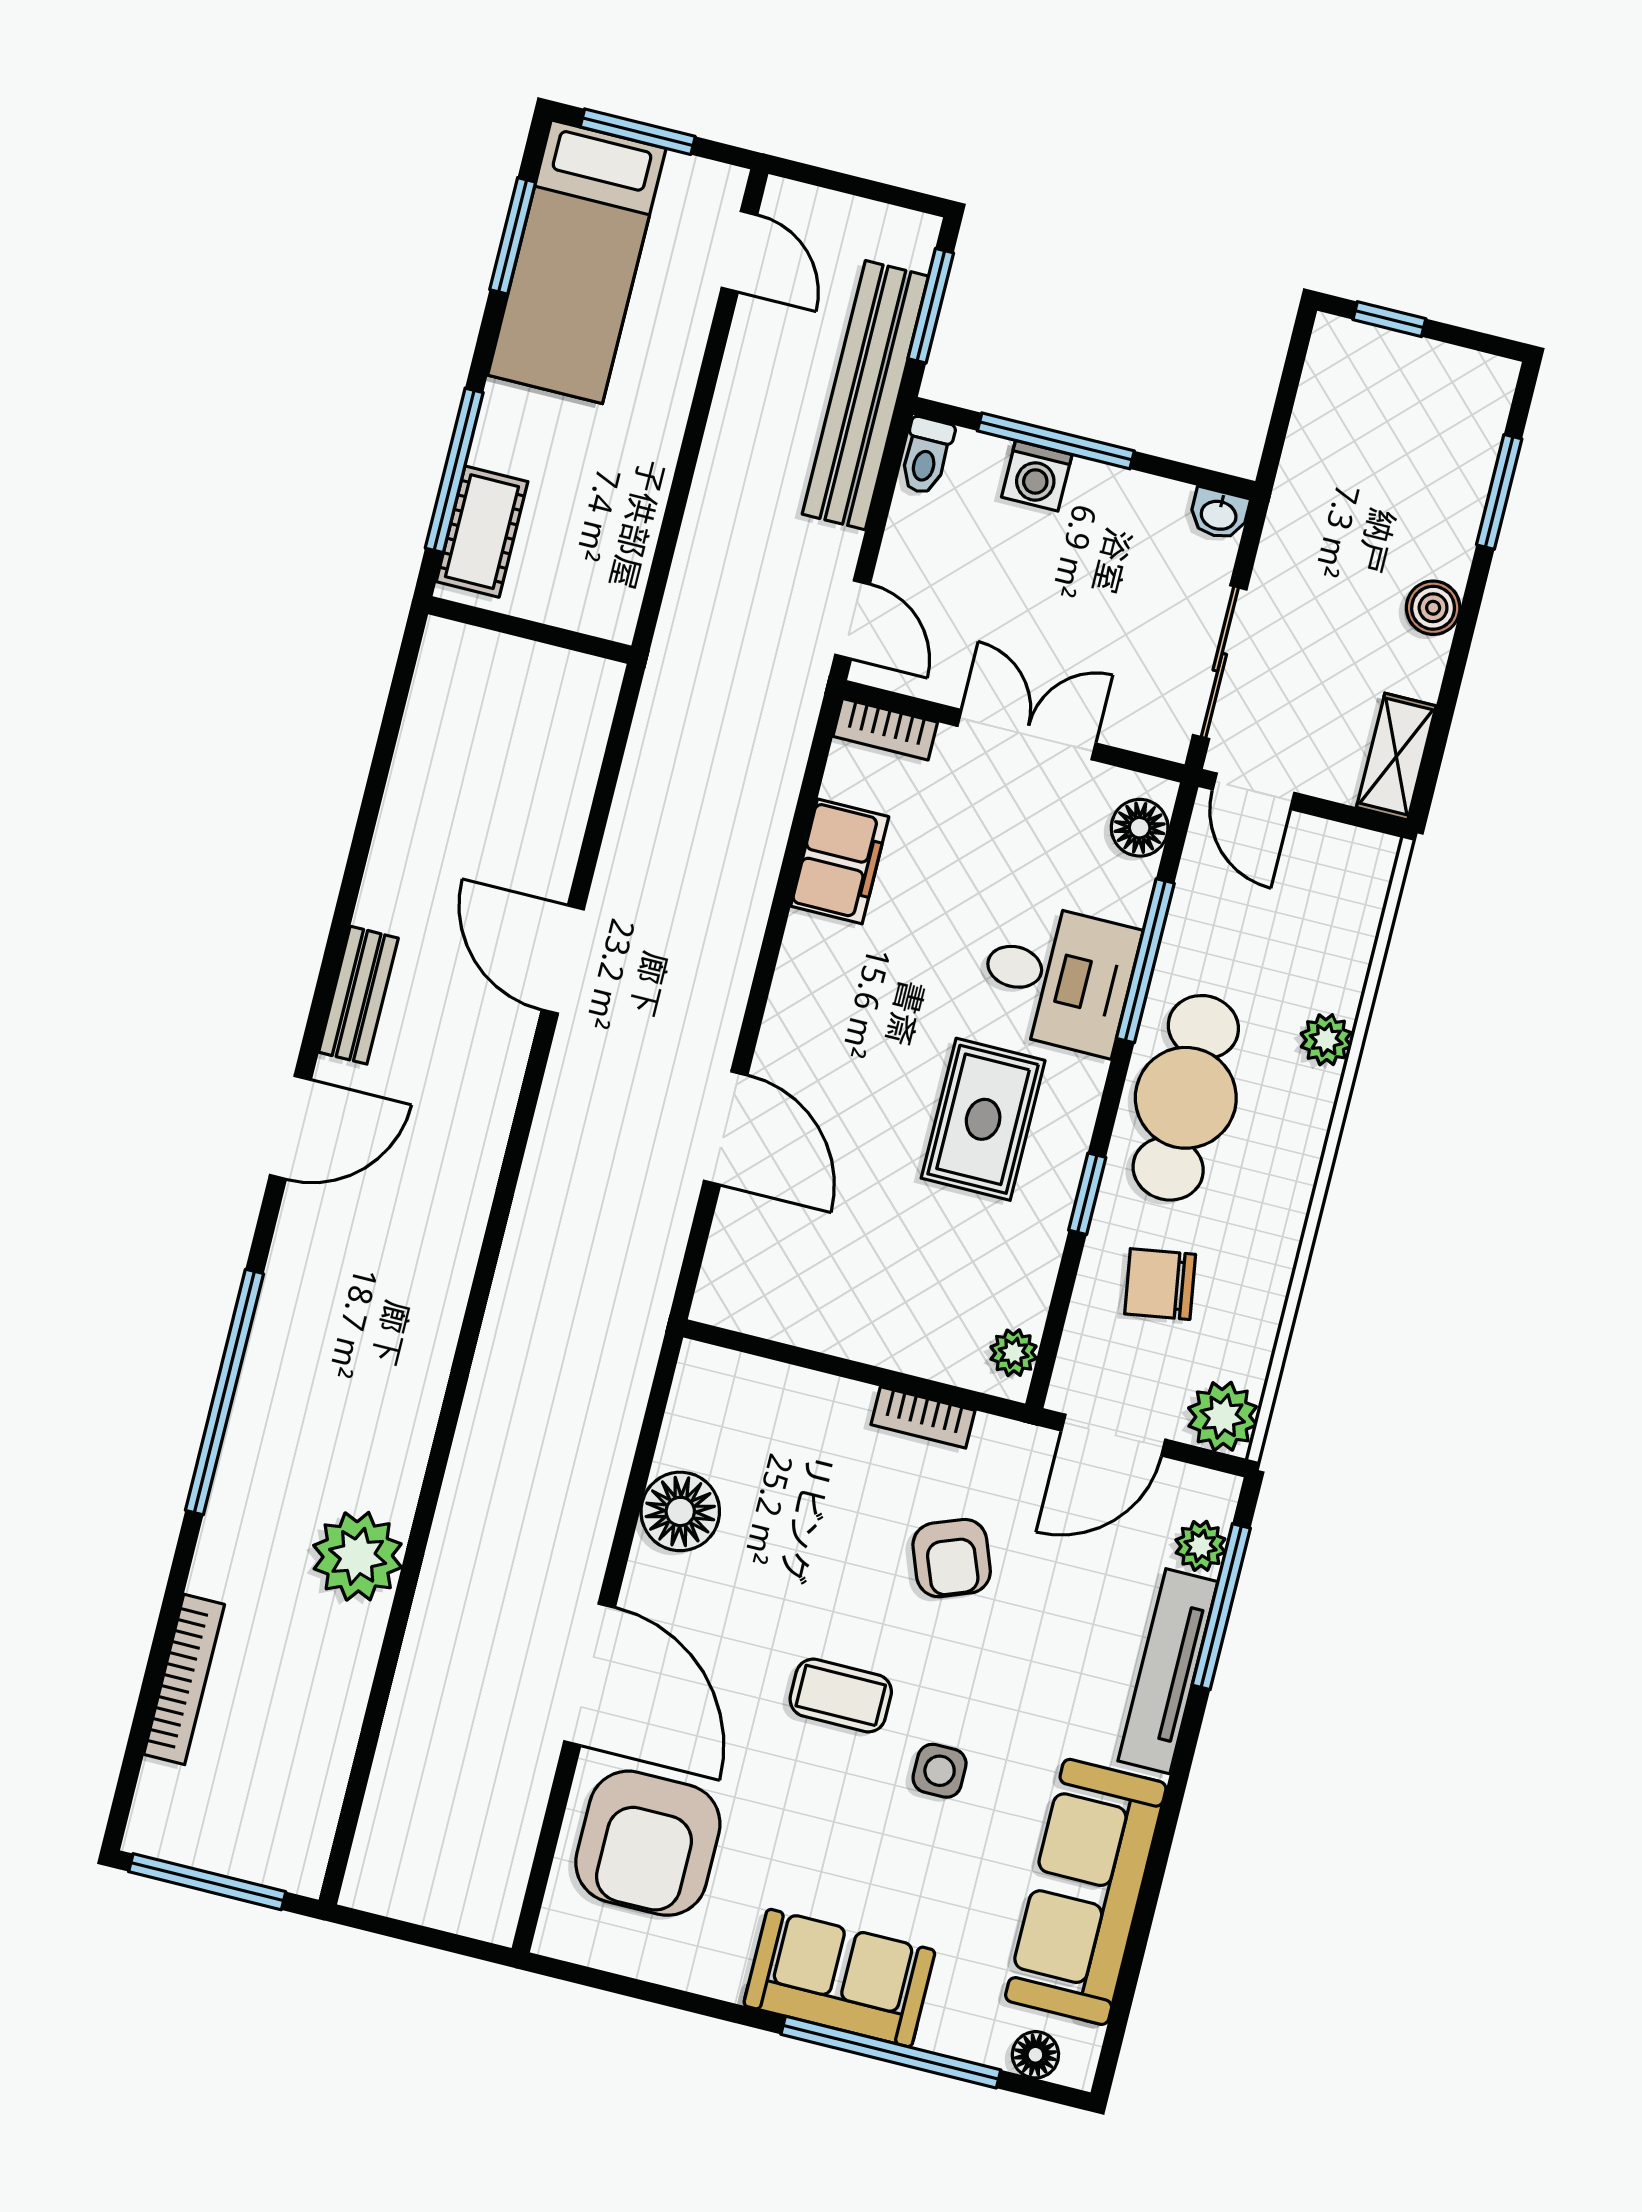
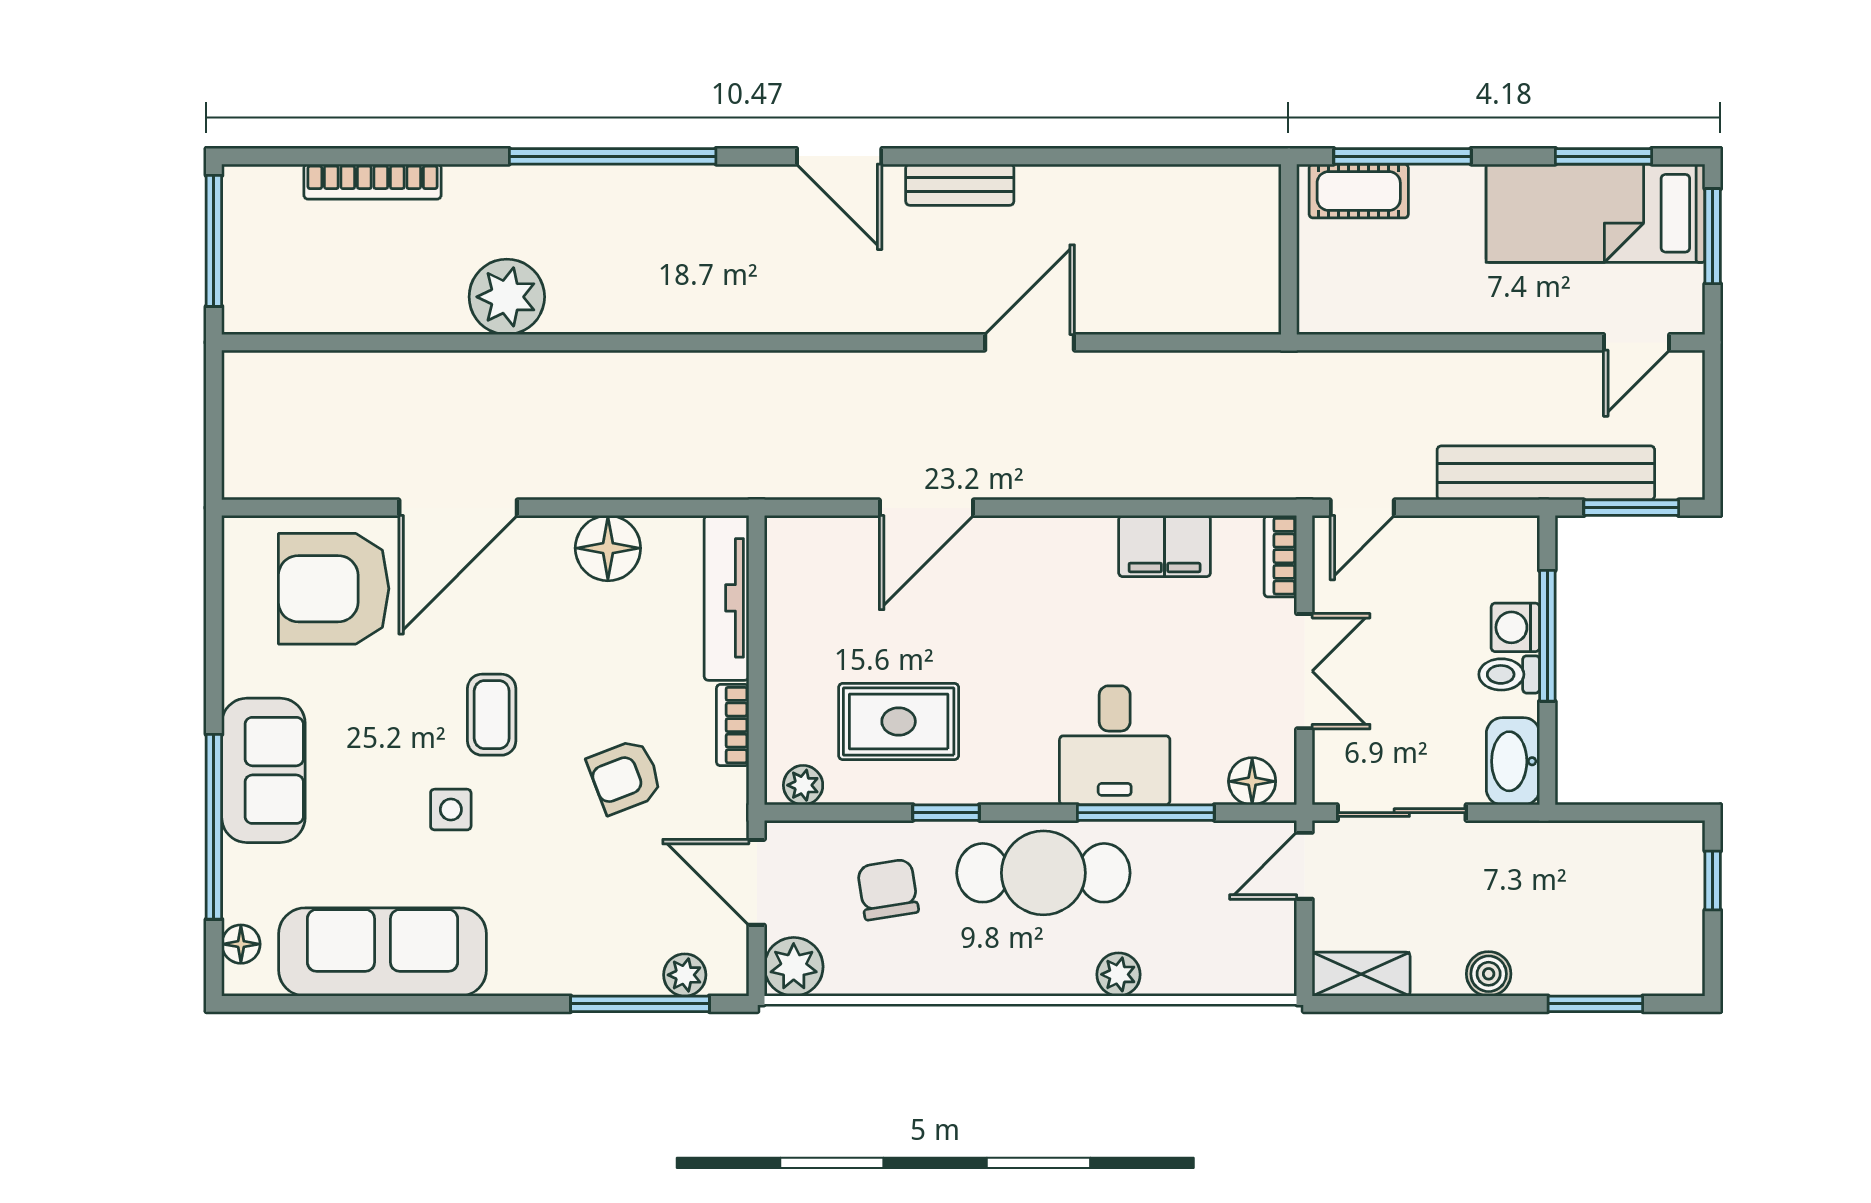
toilet: (926, 456) -> (1509, 674), moved
washbasin: (1219, 514) -> (1513, 761), width x1.91, depth x1.45
rug: (983, 1119) -> (899, 721), moved
tv unit: (1168, 1671) -> (727, 598), moved, turned -90

